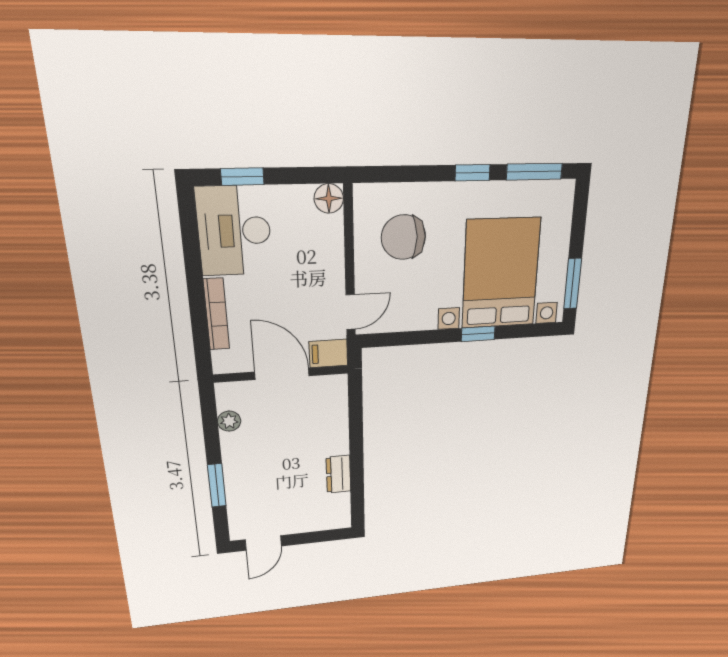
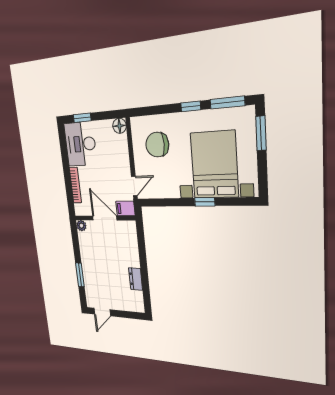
window: (573, 284) -> (261, 133), moved
plant: (229, 421) -> (81, 226), moved

